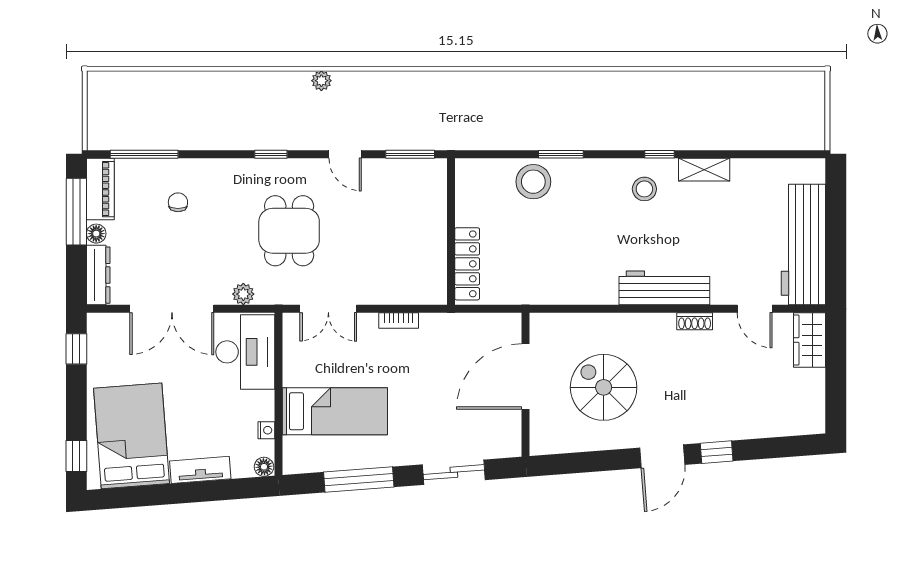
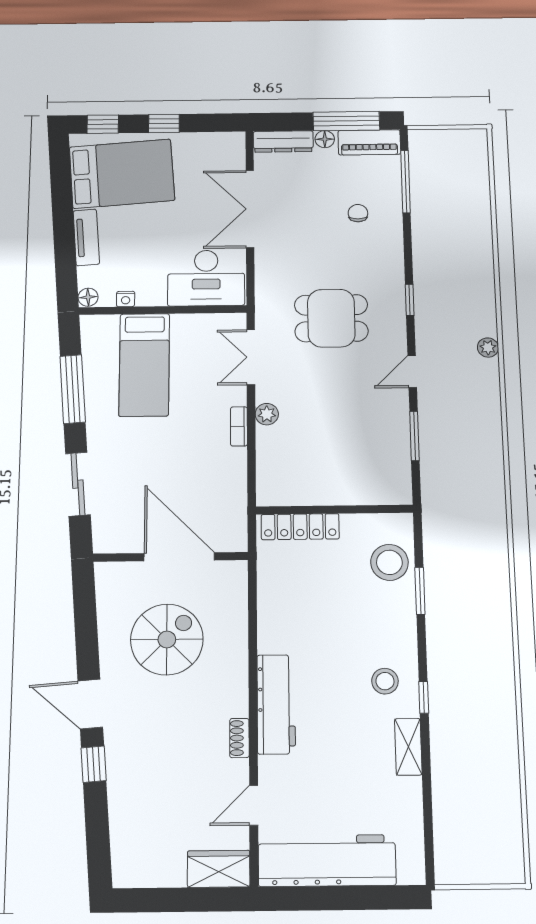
chair: (178, 202) -> (358, 213), turned -90
wall: (451, 232) -> (334, 510), moved
locker: (467, 264) -> (300, 527), moved
plant: (243, 294) -> (267, 414), moved
window: (76, 349) -> (164, 123), moved

